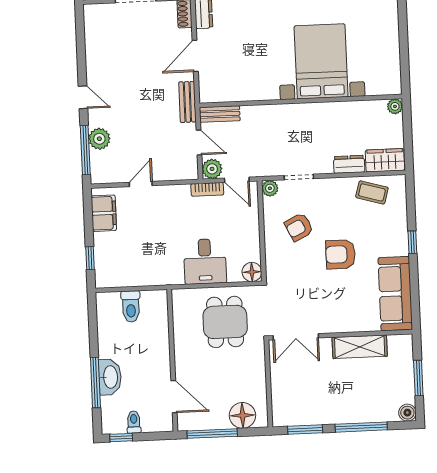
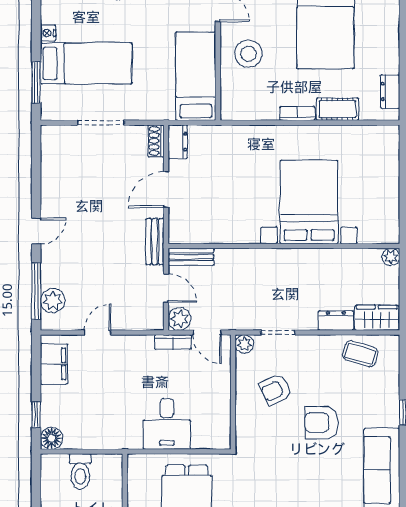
door: (83, 97) -> (36, 231), hinge flipped
plant: (99, 139) -> (53, 301), moved
floor lamp: (252, 272) -> (52, 438), moved

